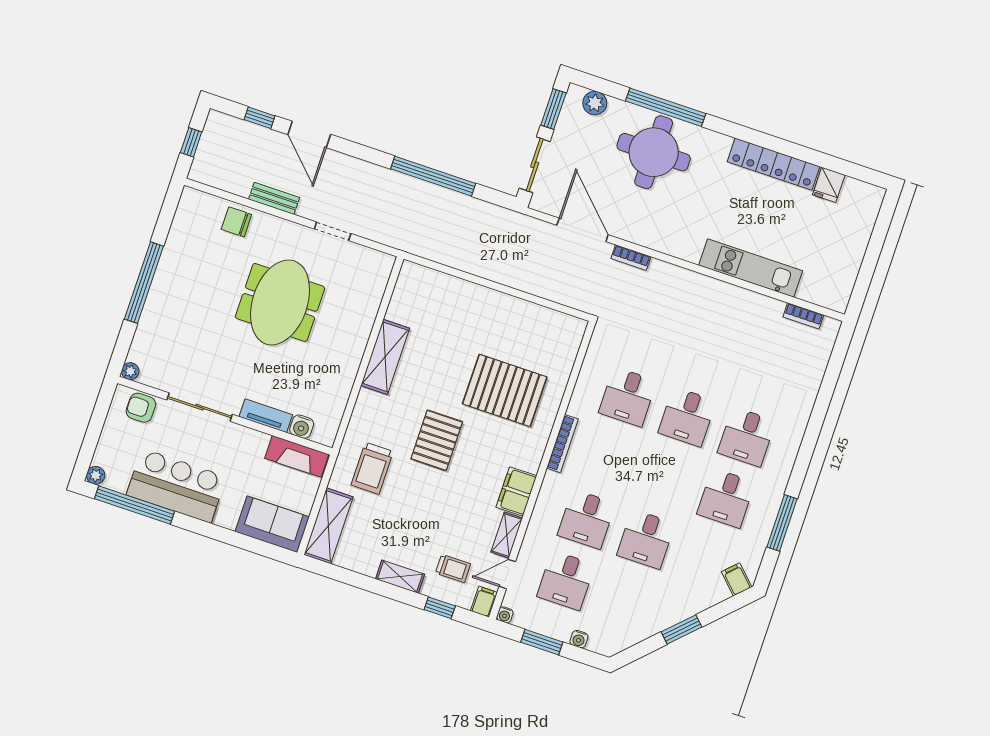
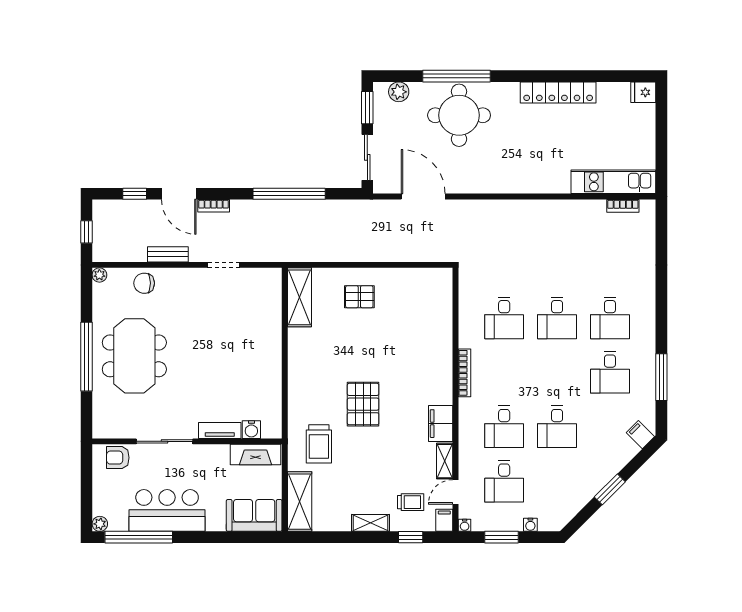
fridge: (829, 185) -> (643, 92), moved, turned 90
bookcase: (631, 258) -> (214, 206), moved
kitchen unit: (751, 268) -> (613, 182), moved
meeting table: (280, 302) -> (134, 356), moved
shelving: (385, 357) -> (299, 297), moved
plant: (130, 371) -> (99, 275), moved
pallet: (505, 390) -> (359, 297), moved, width x0.49, depth x0.50

